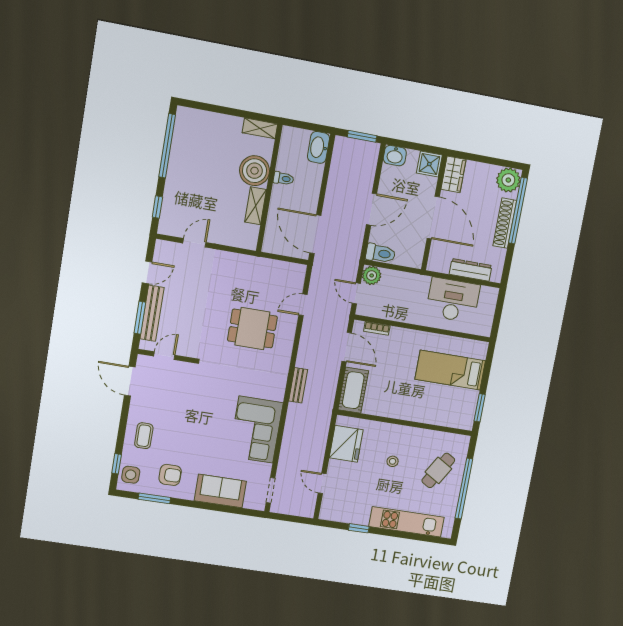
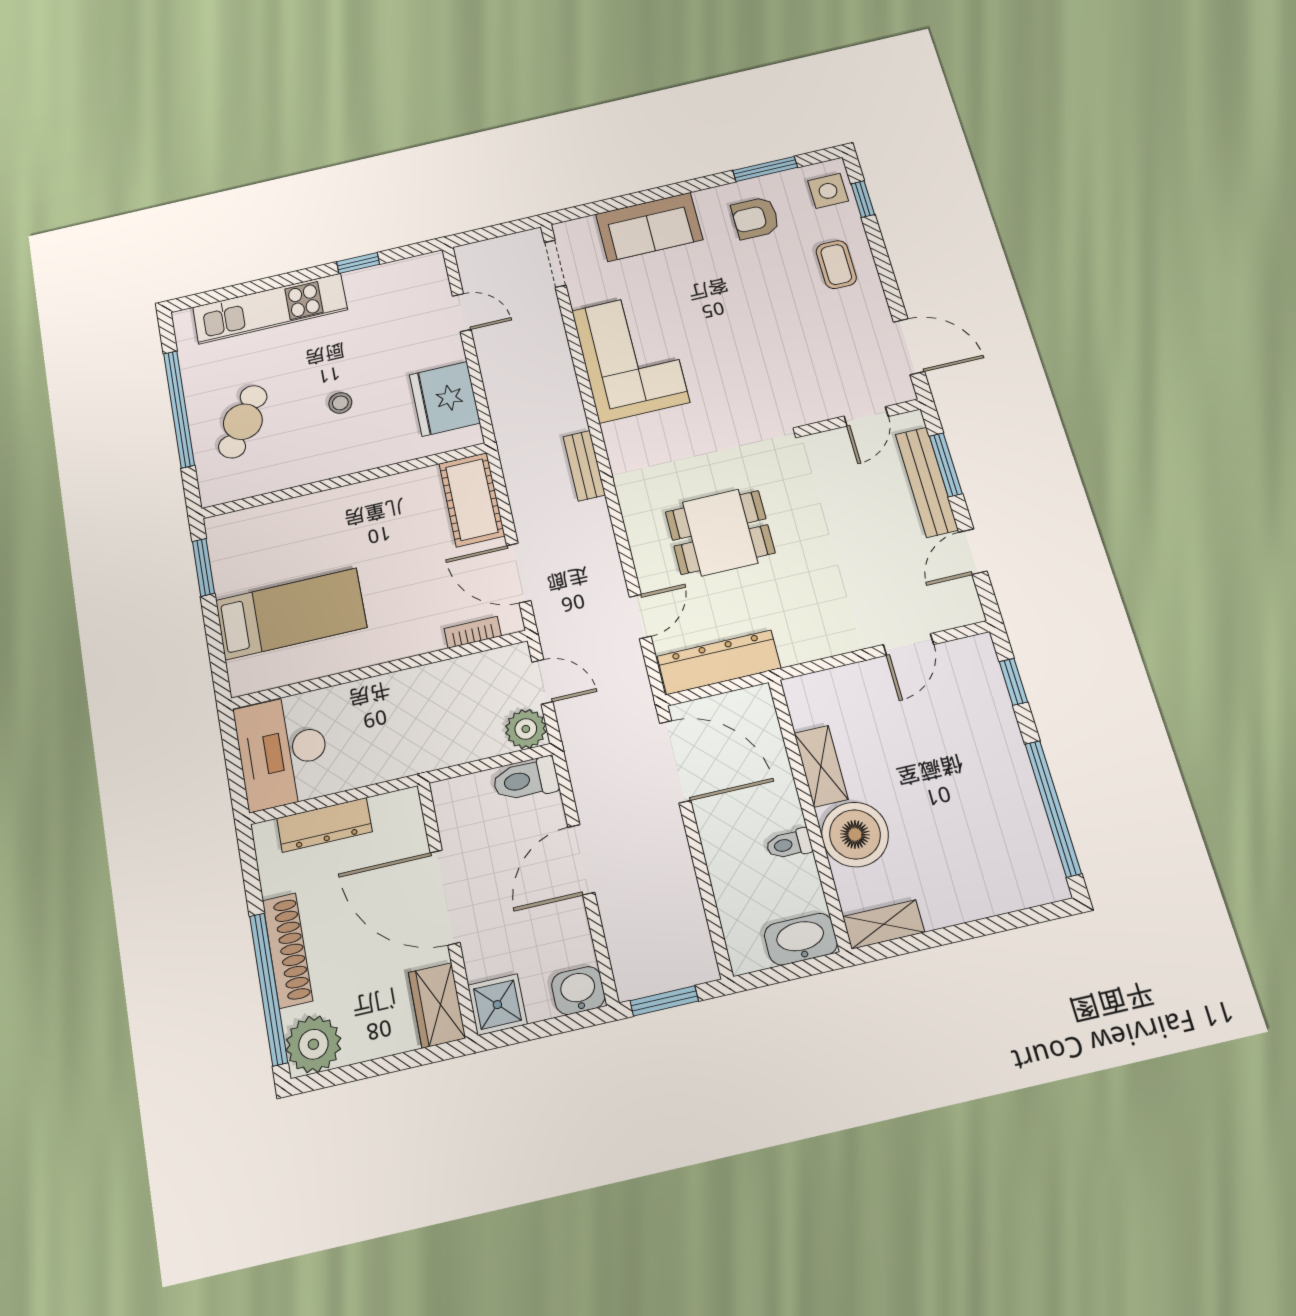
washbasin: (318, 147) -> (801, 939), moved, turned -90
dresser: (278, 270) -> (719, 662), added
desk: (453, 300) -> (283, 751), moved, turned 90

